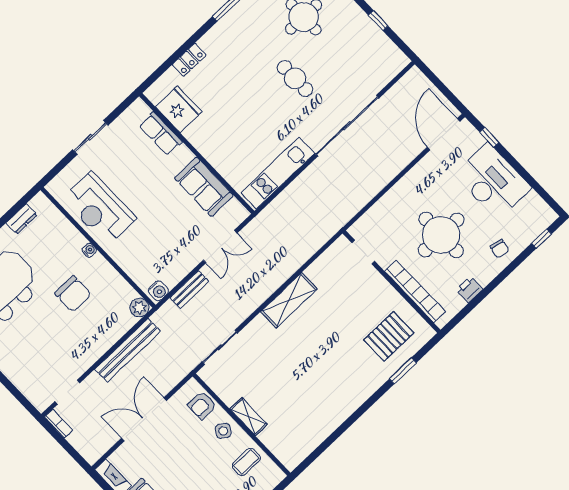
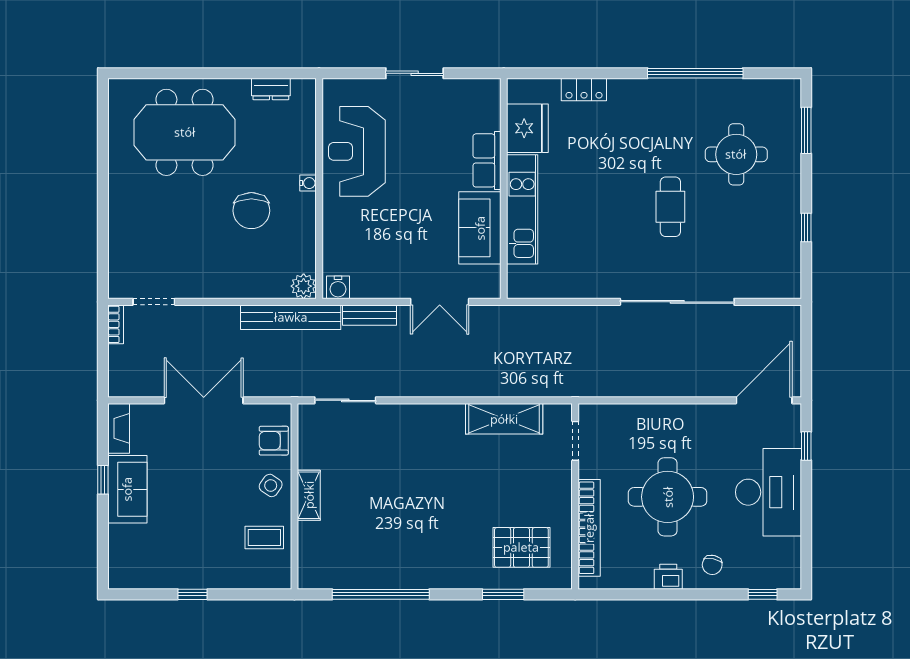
row of seats: (161, 134) -> (487, 160), moved
kitchen unit: (278, 173) -> (522, 209), moved, turned 90
printer: (469, 289) -> (668, 577), moved
shelving: (289, 300) -> (504, 419), moved
bench: (128, 350) -> (291, 317), moved
window: (337, 433) -> (381, 594), added

